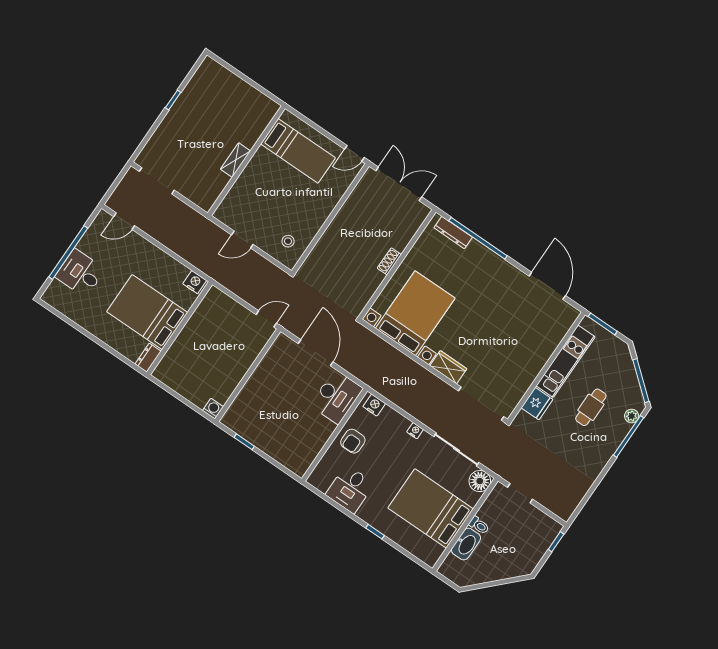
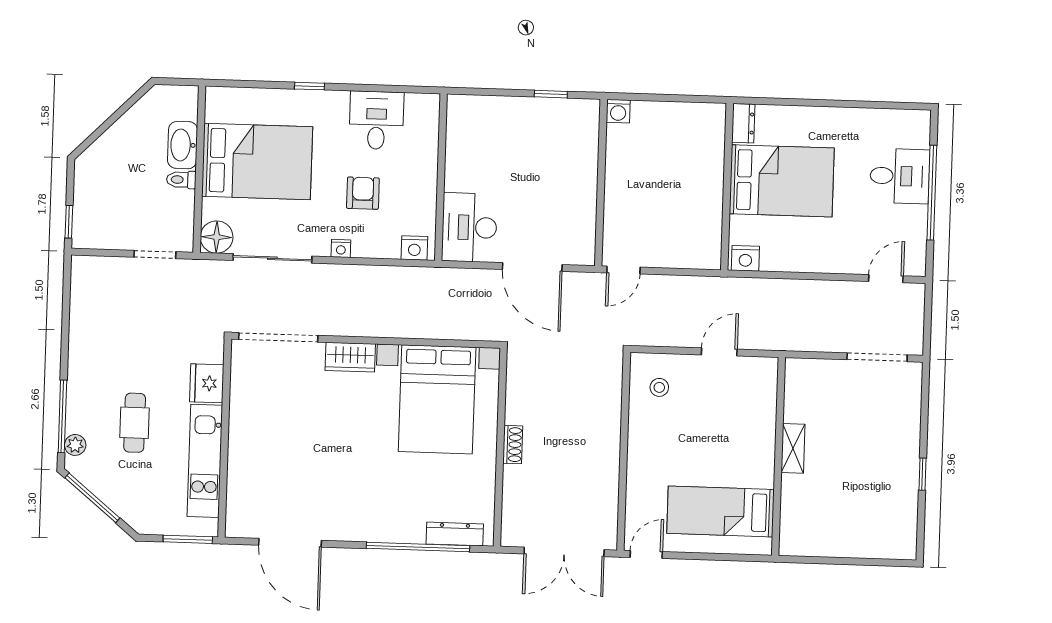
armchair: (353, 441) -> (363, 193), moved

